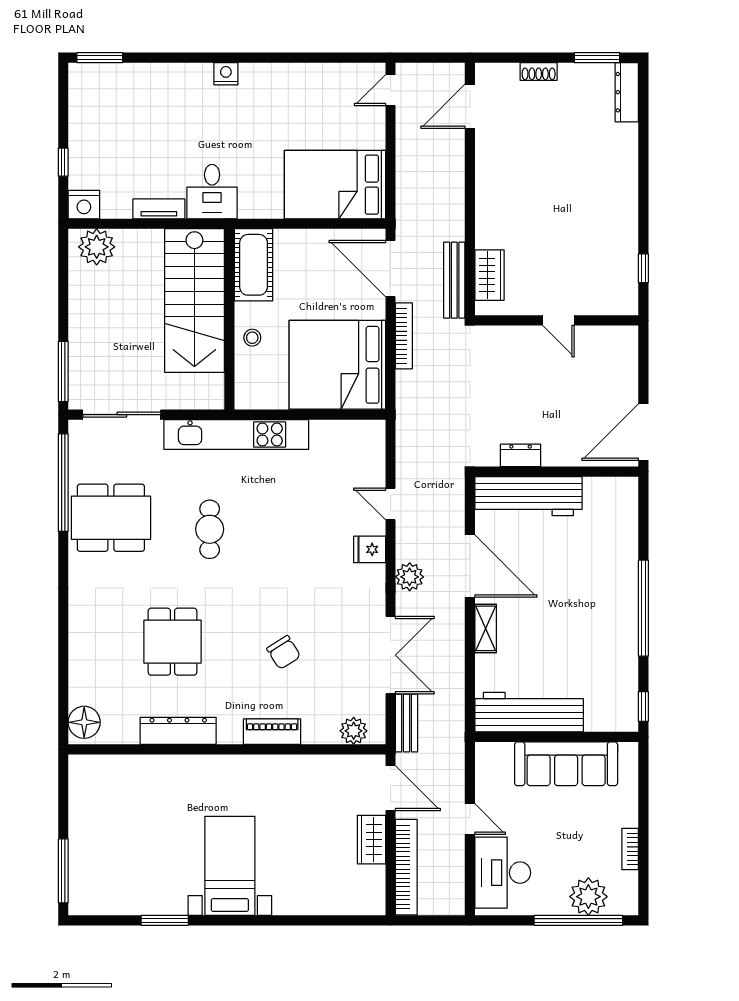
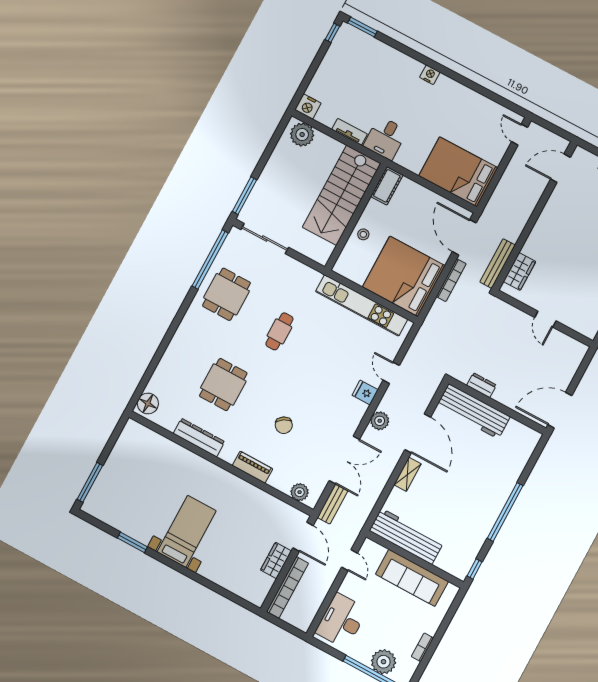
door: (390, 90) -> (520, 135), hinge flipped
window: (63, 162) -> (332, 33), moved
cot: (254, 265) -> (387, 186), width x0.73, depth x0.75
kitchen unit: (236, 435) -> (362, 305), moved
dining table: (111, 518) -> (226, 294), width x0.73
door: (470, 819) -> (350, 560), moved

